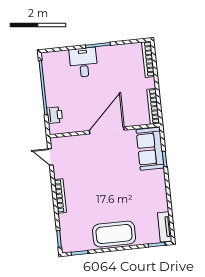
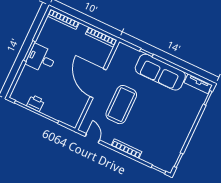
desk: (83, 62) -> (41, 59), moved
printer: (55, 115) -> (36, 103), moved
sofa: (150, 149) -> (160, 72), moved, width x1.36
door: (50, 157) -> (92, 138), swing flipped
coffee table: (114, 234) -> (121, 105), moved

